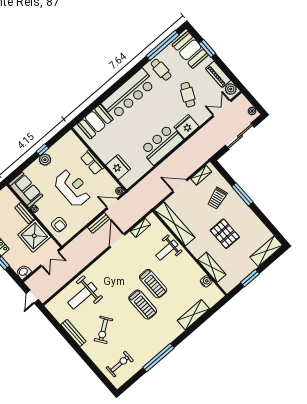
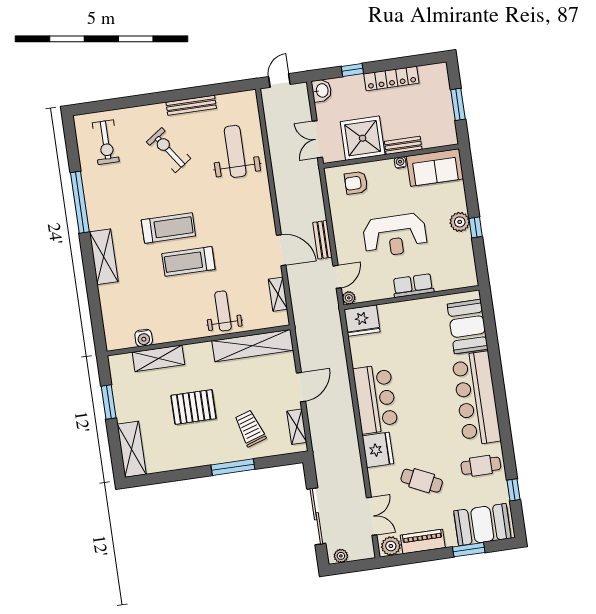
window: (163, 45) -> (514, 490), width x0.32
fridge: (118, 167) -> (362, 321), moved
door: (32, 297) -> (279, 80), hinge flipped
treadmill: (143, 305) -> (168, 228), turned 180
shelving: (193, 315) -> (104, 257), moved

